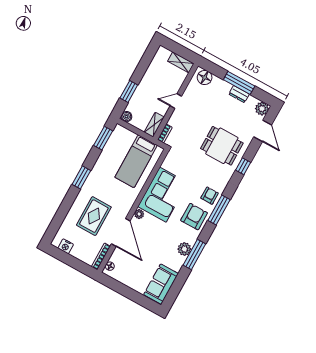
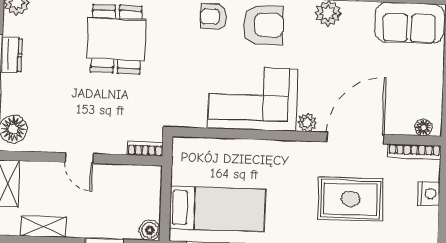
shelving: (154, 125) -> (44, 227), moved
bed: (136, 161) -> (217, 209), moved
armchair: (194, 217) -> (263, 25), turned 180
nightstand: (66, 246) -> (429, 194), moved

